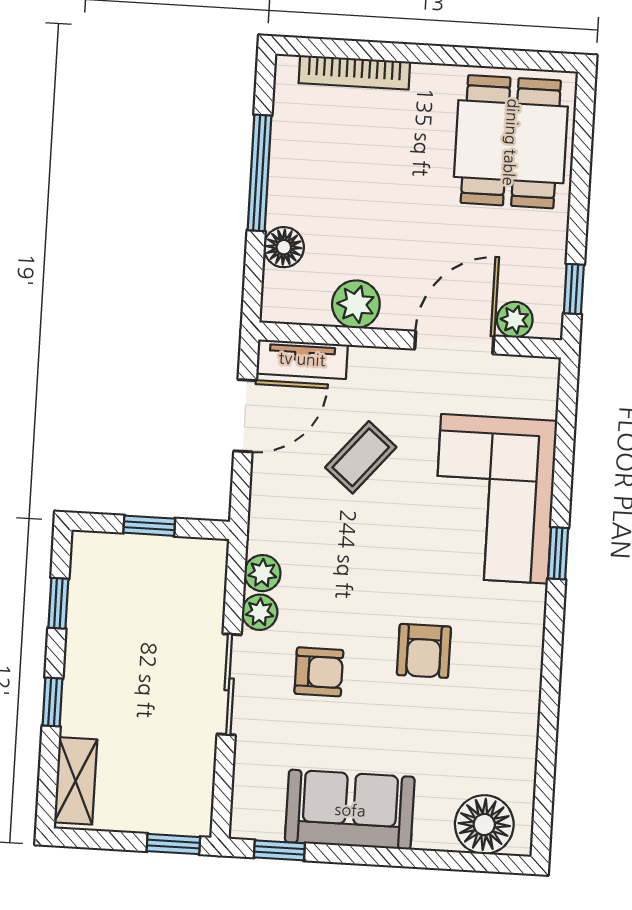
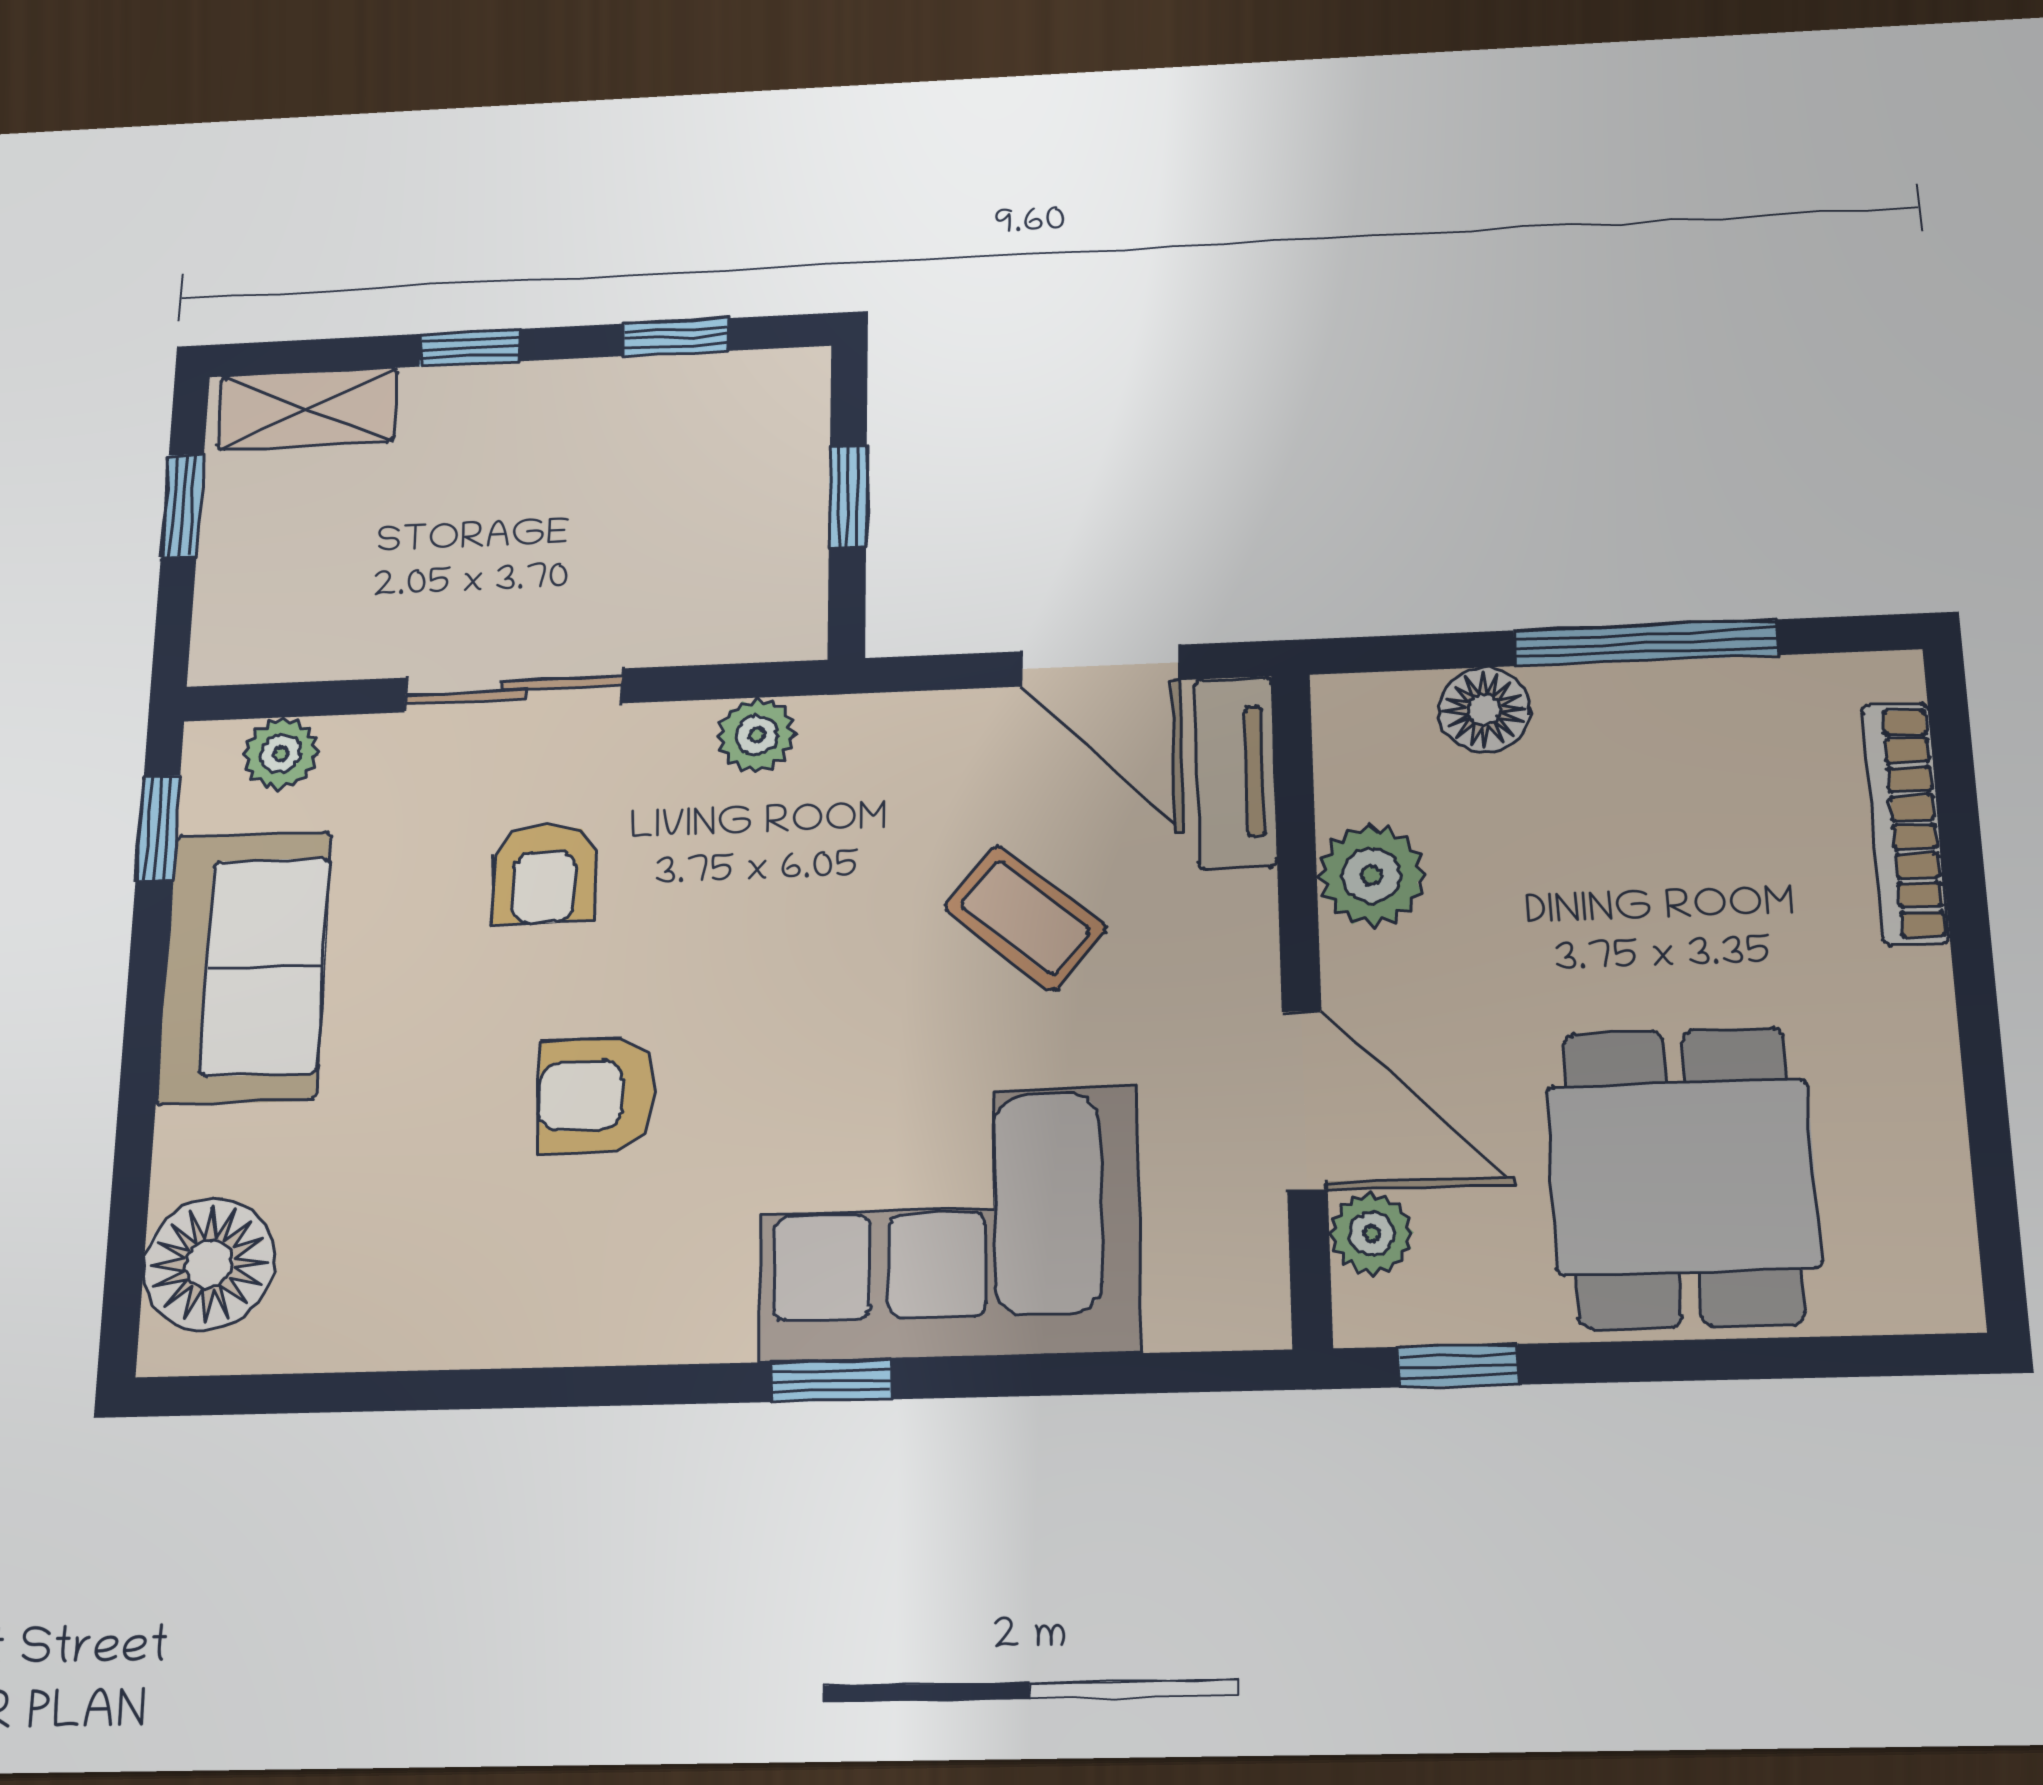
dining table: (511, 142) -> (1682, 1177), moved, turned 90
plant: (260, 612) -> (281, 754), moved
window: (173, 844) -> (182, 505), moved

